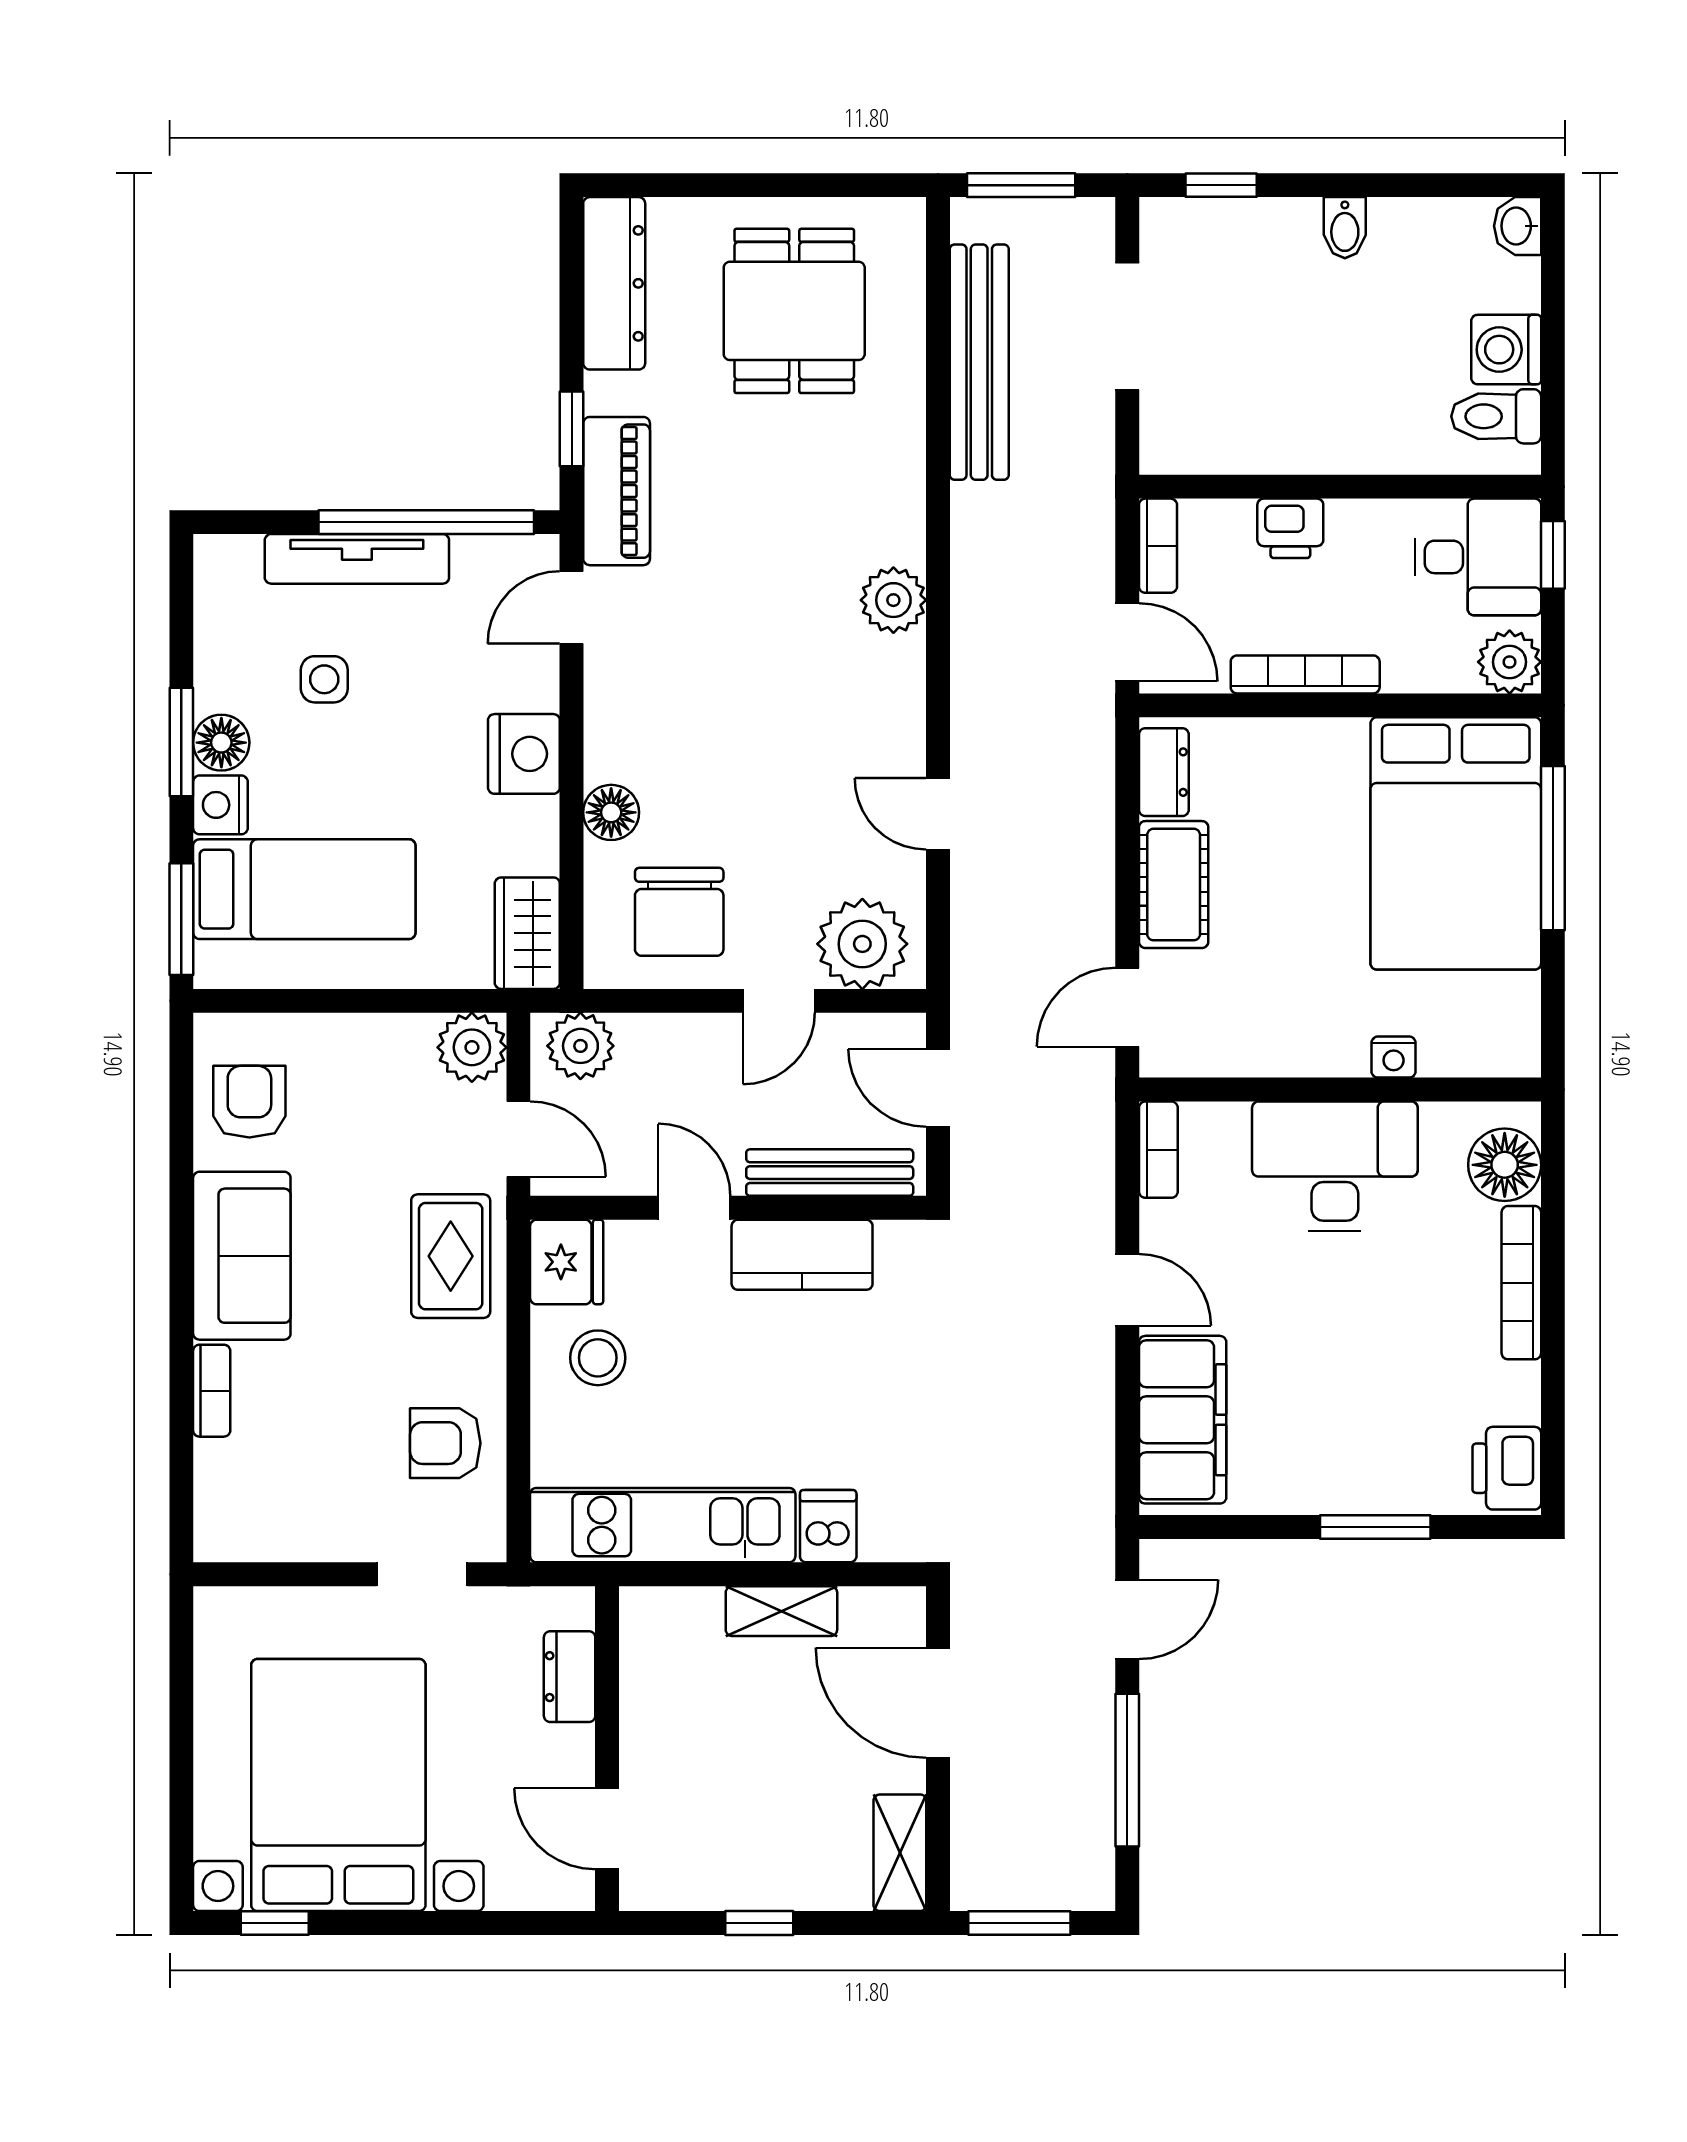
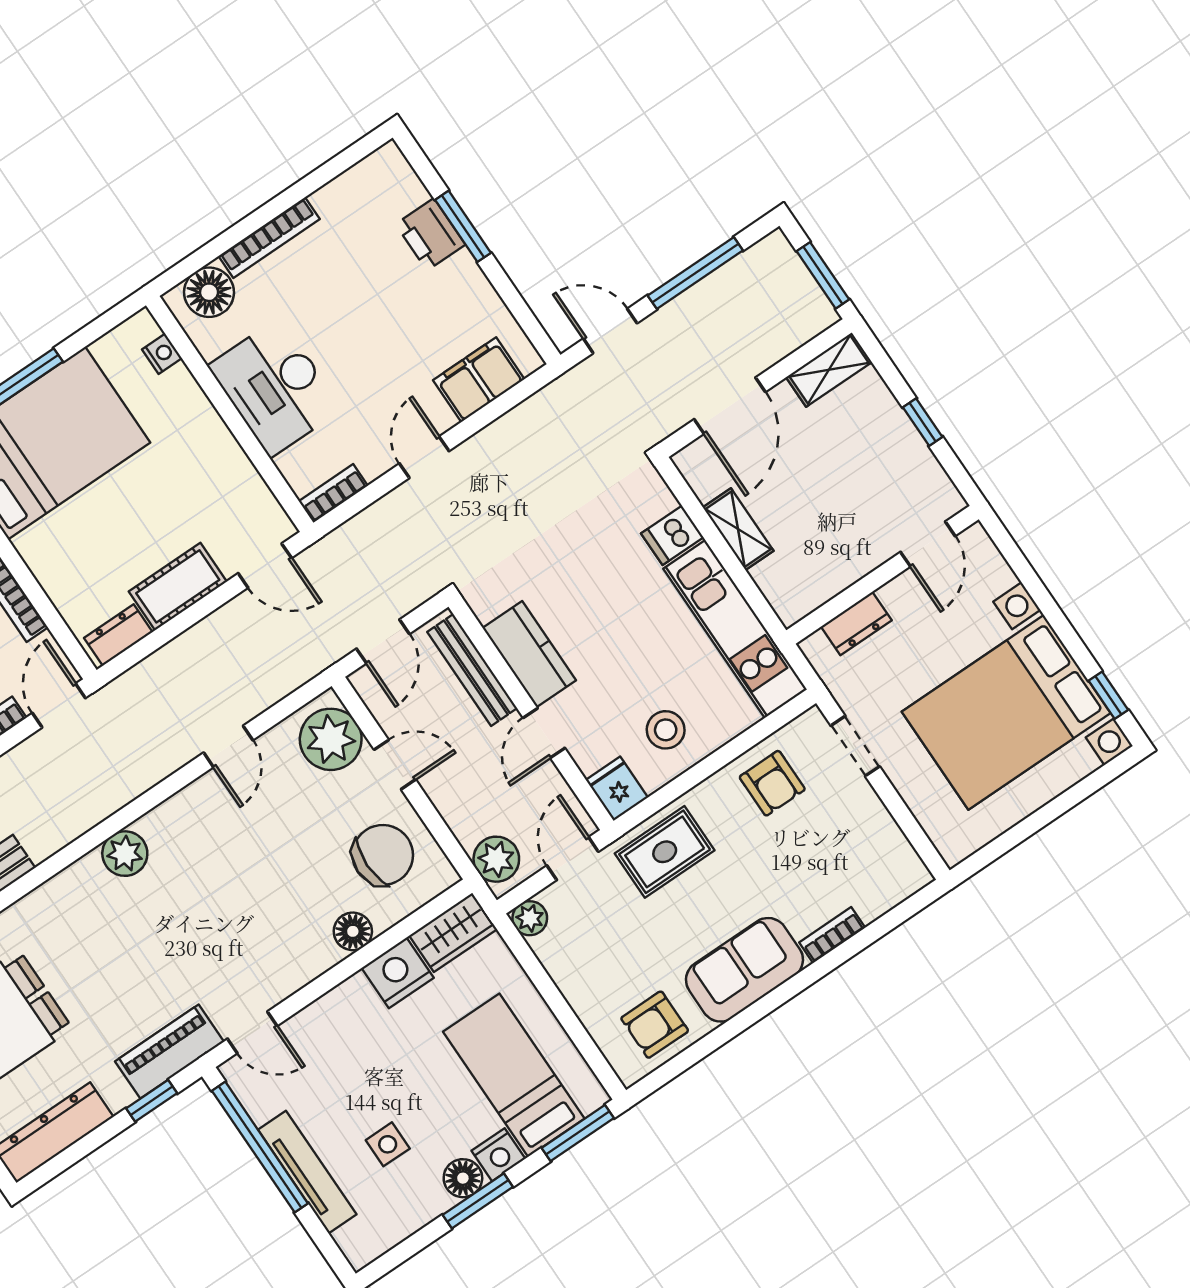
nightstand: (524, 754) -> (398, 973), moved
plant: (472, 1047) -> (530, 918), width x0.73, depth x0.73
nightstand: (1394, 1057) -> (162, 354), moved
fridge: (567, 1262) -> (617, 789), width x0.72
filing cabinet: (1183, 1420) -> (479, 380), width x0.67, depth x0.86
printer: (1507, 1468) -> (430, 234), moved, turned 90

